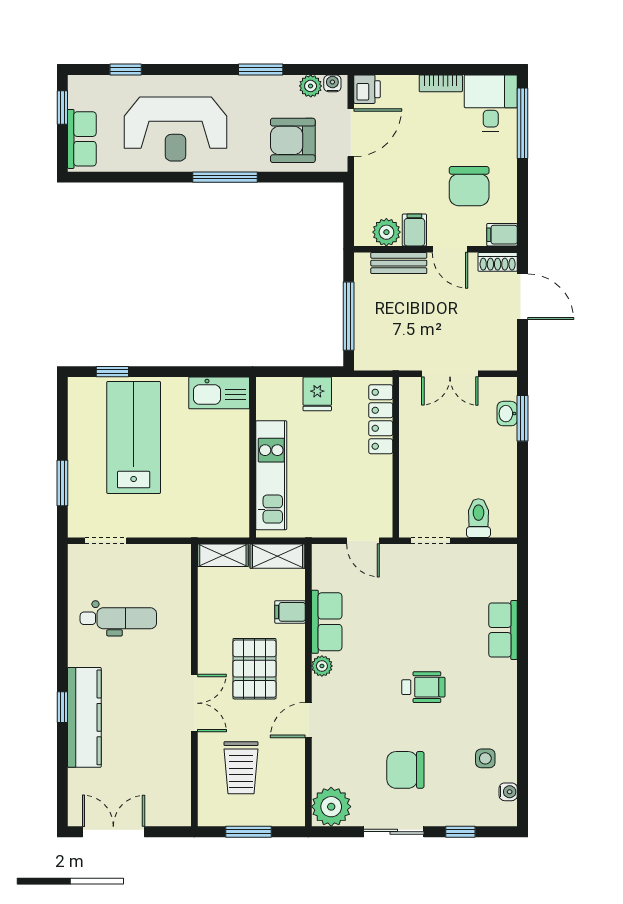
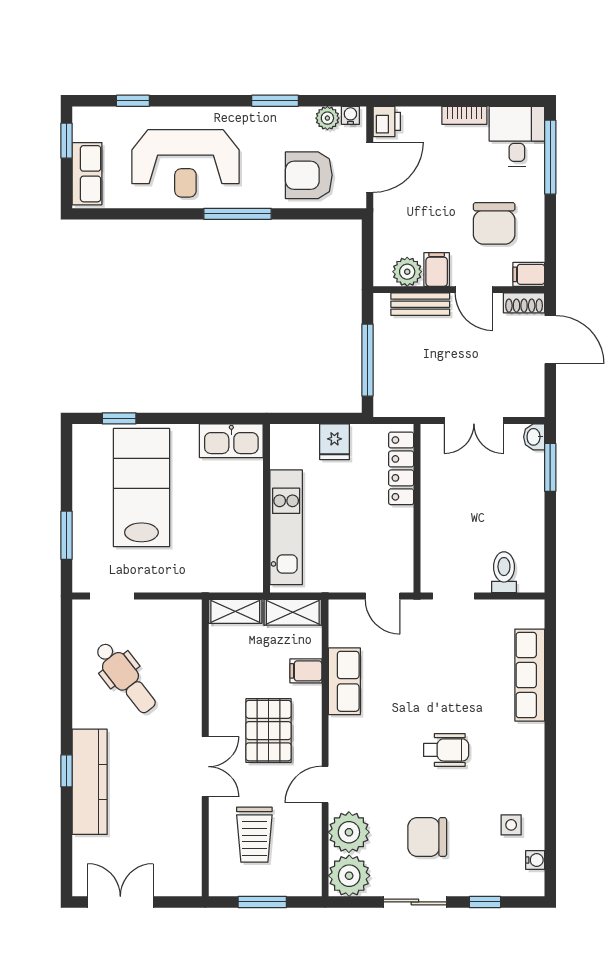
washbasin: (507, 414) -> (534, 437), moved
dental chair: (118, 618) -> (125, 678), turned 52
row of seats: (503, 630) -> (530, 675), width x1.48
plant: (322, 666) -> (349, 832), moved, width x1.87, depth x1.87

